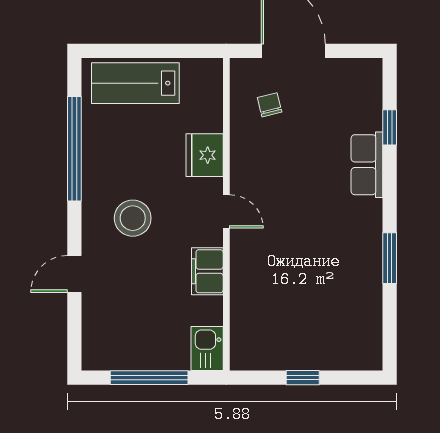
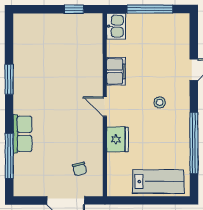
window: (390, 127) -> (9, 156), width x2.17
stool: (133, 218) -> (160, 102), width x0.53, depth x0.53
window: (303, 378) -> (74, 9), moved

